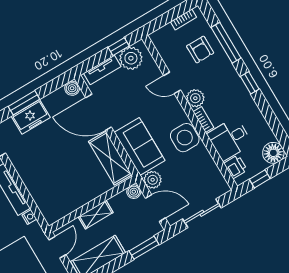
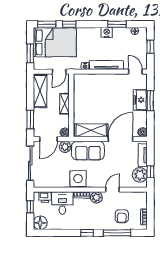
armchair: (200, 50) -> (122, 216), turned -90
sliding door: (202, 213) -> (30, 163), width x1.37
door: (57, 247) -> (59, 72), hinge flipped

